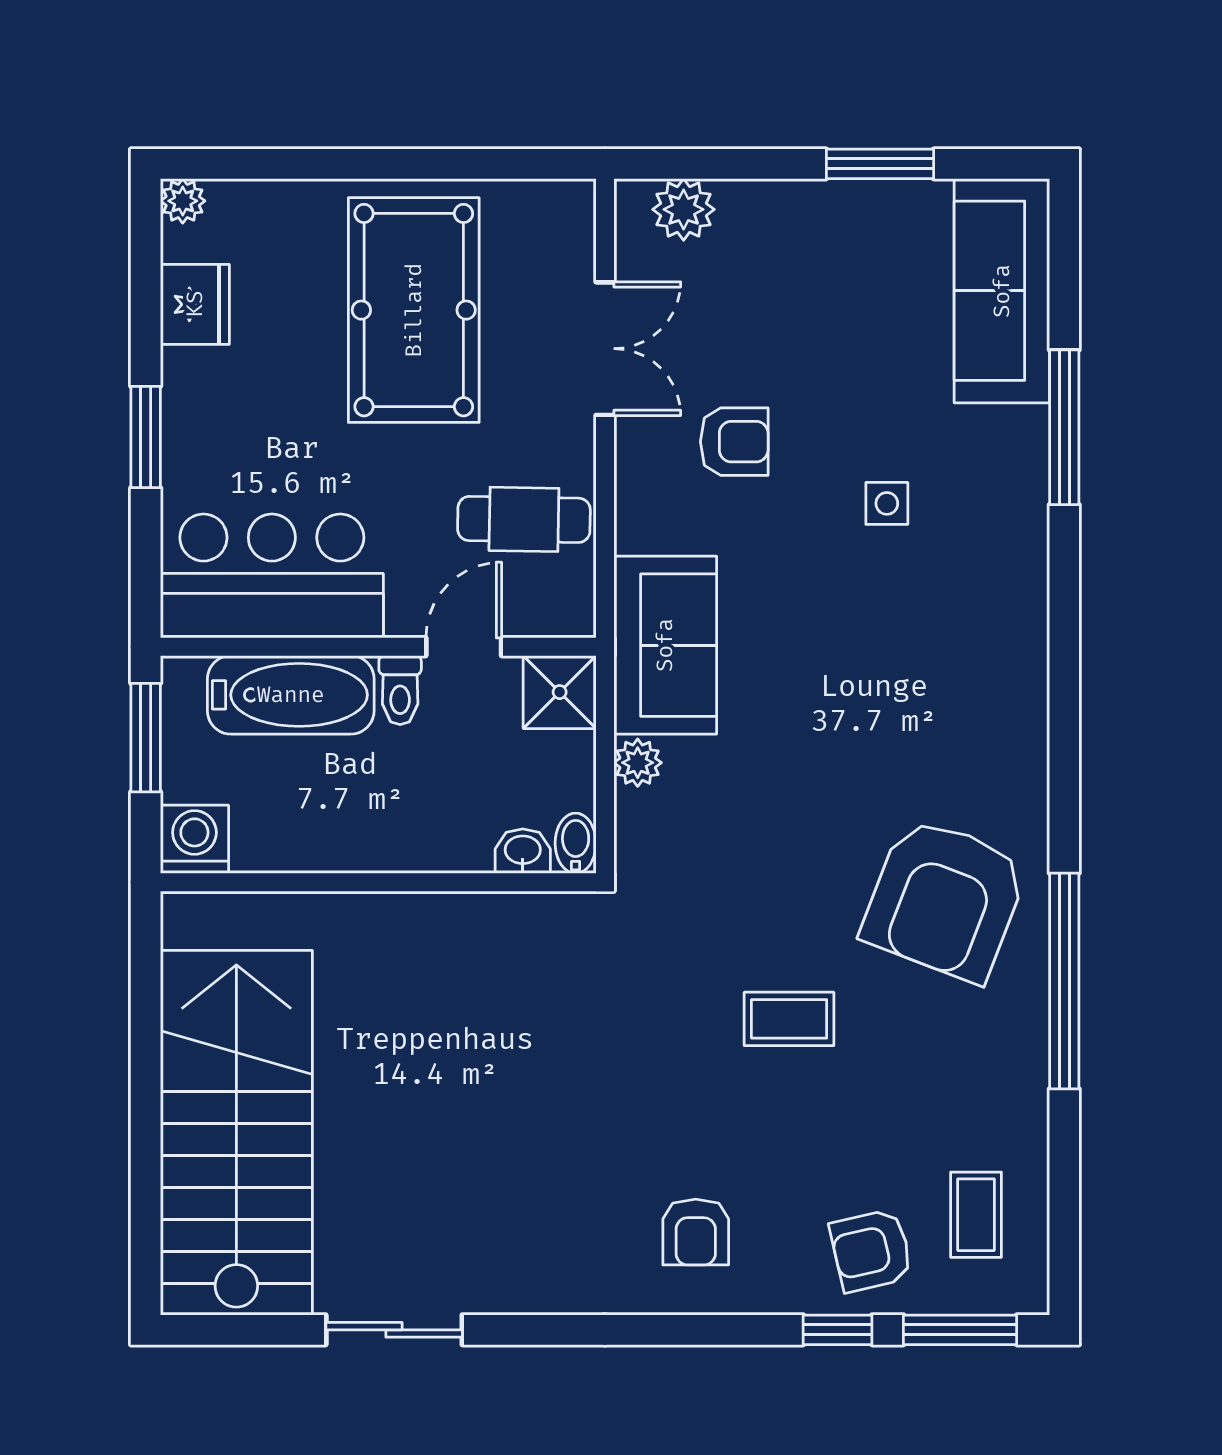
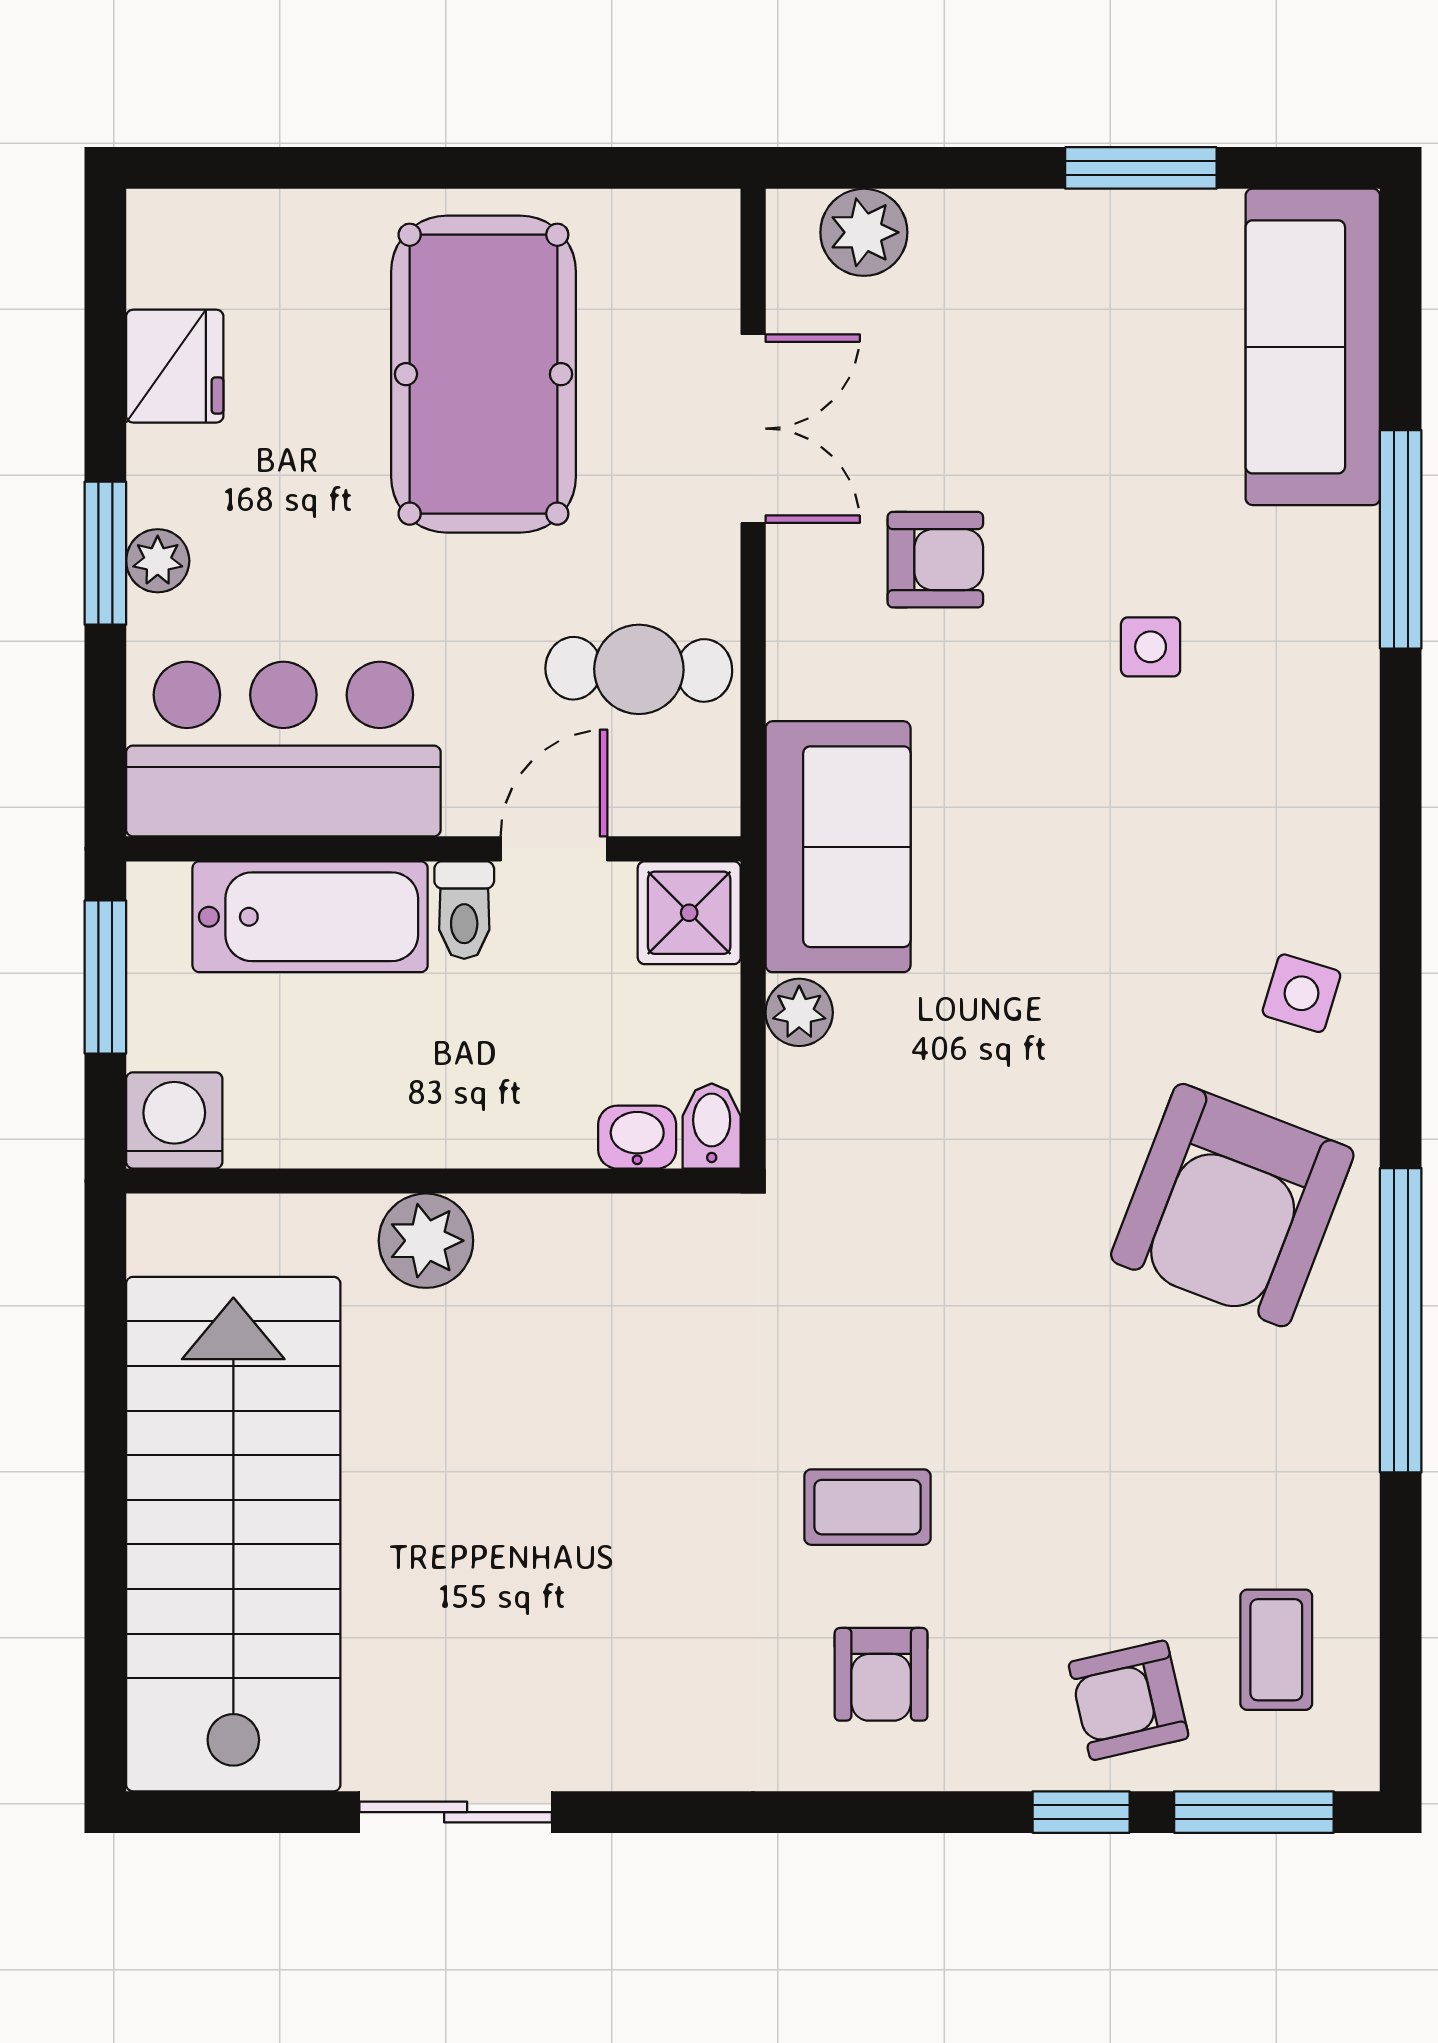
plant: (183, 201) -> (158, 561), moved
side table: (994, 749) -> (1301, 993), added
plant: (373, 925) -> (426, 1241), added
coffee table: (789, 1019) -> (868, 1507), moved

